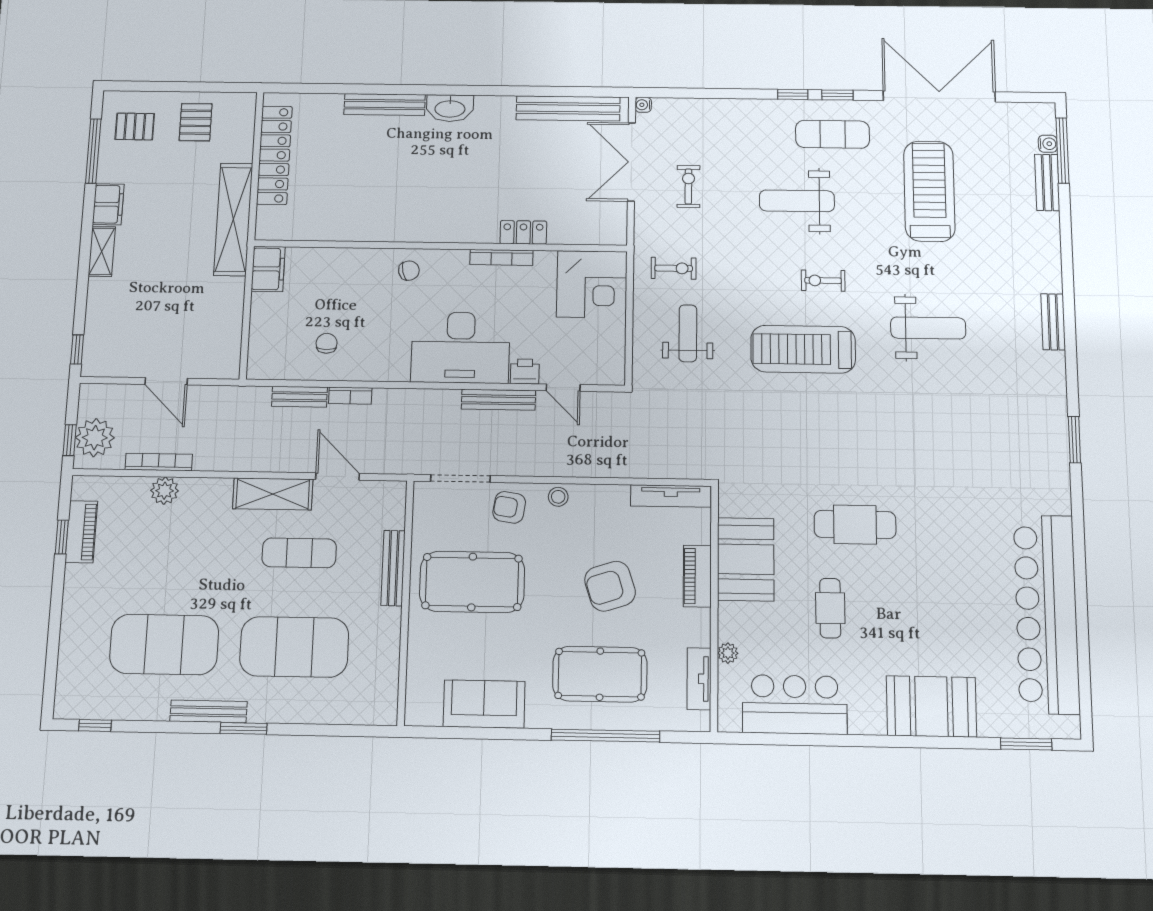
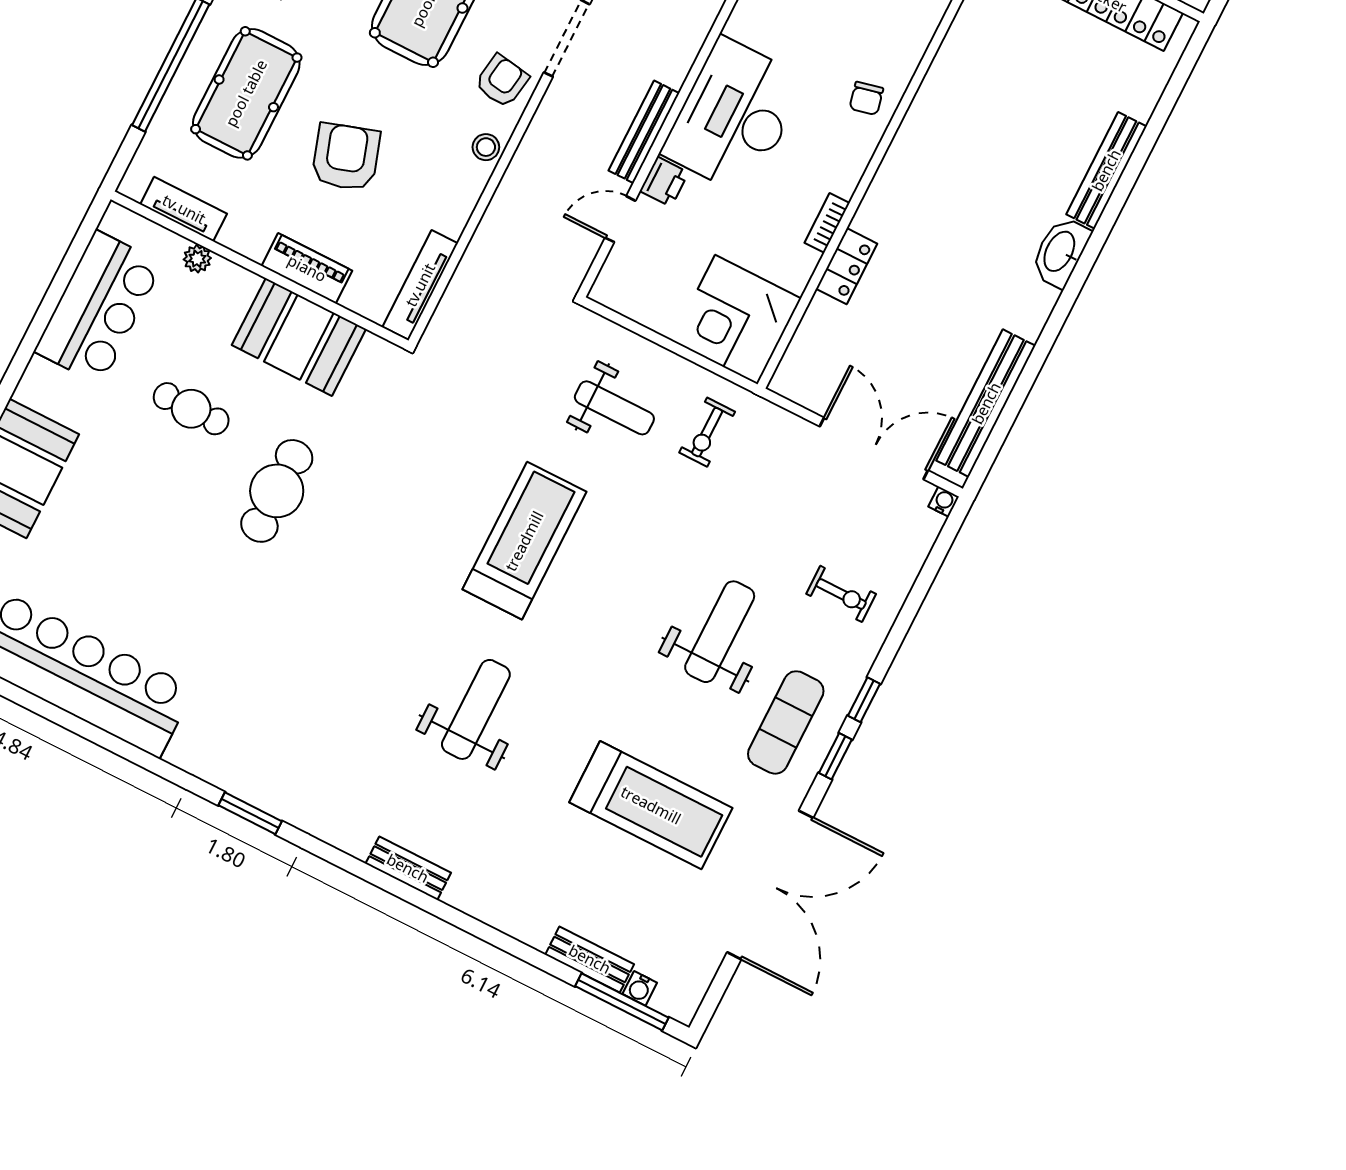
exercise bike: (688, 187) -> (841, 594), moved
bookcase: (501, 257) -> (827, 223), width x0.64
exercise bike: (823, 281) -> (600, 611), removed
weight bench: (928, 328) -> (476, 709), turned 180

